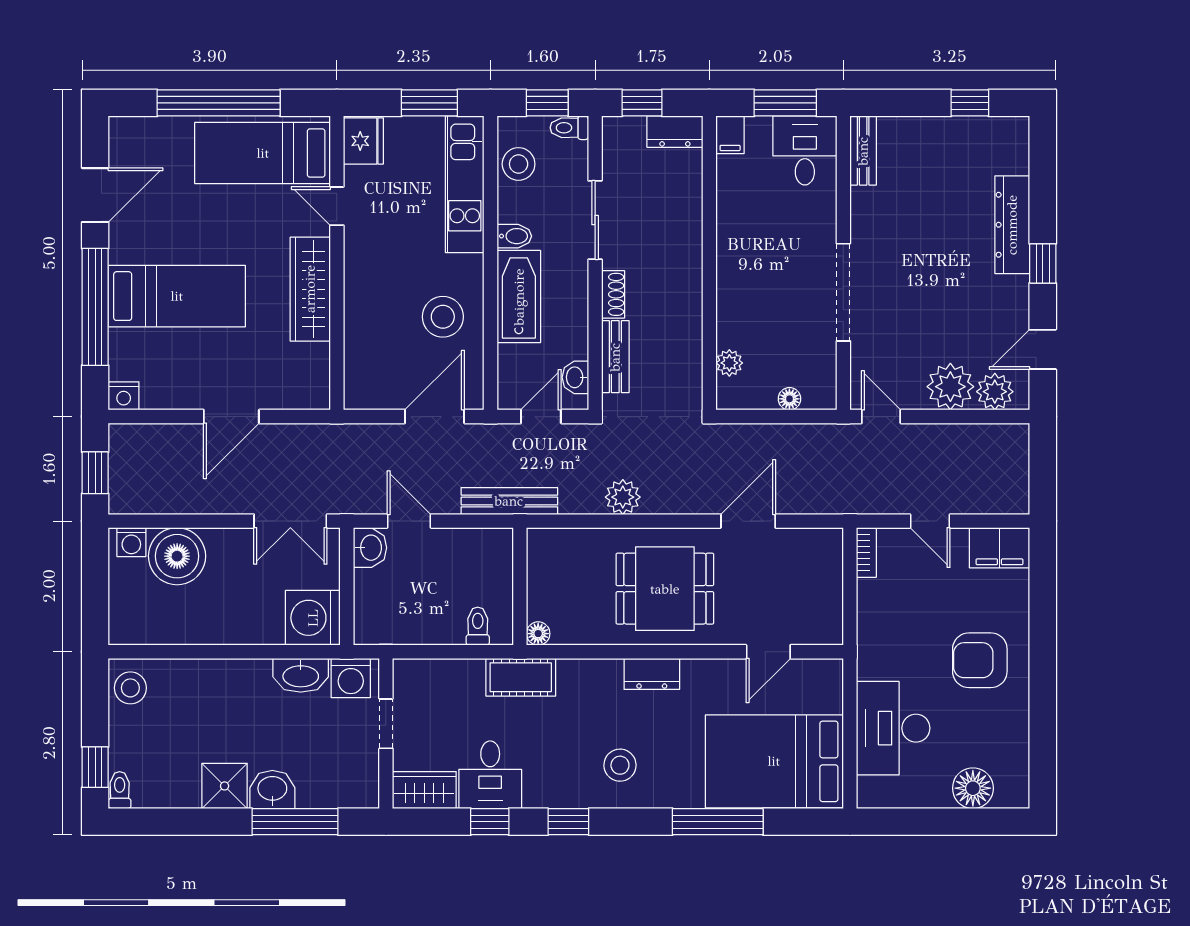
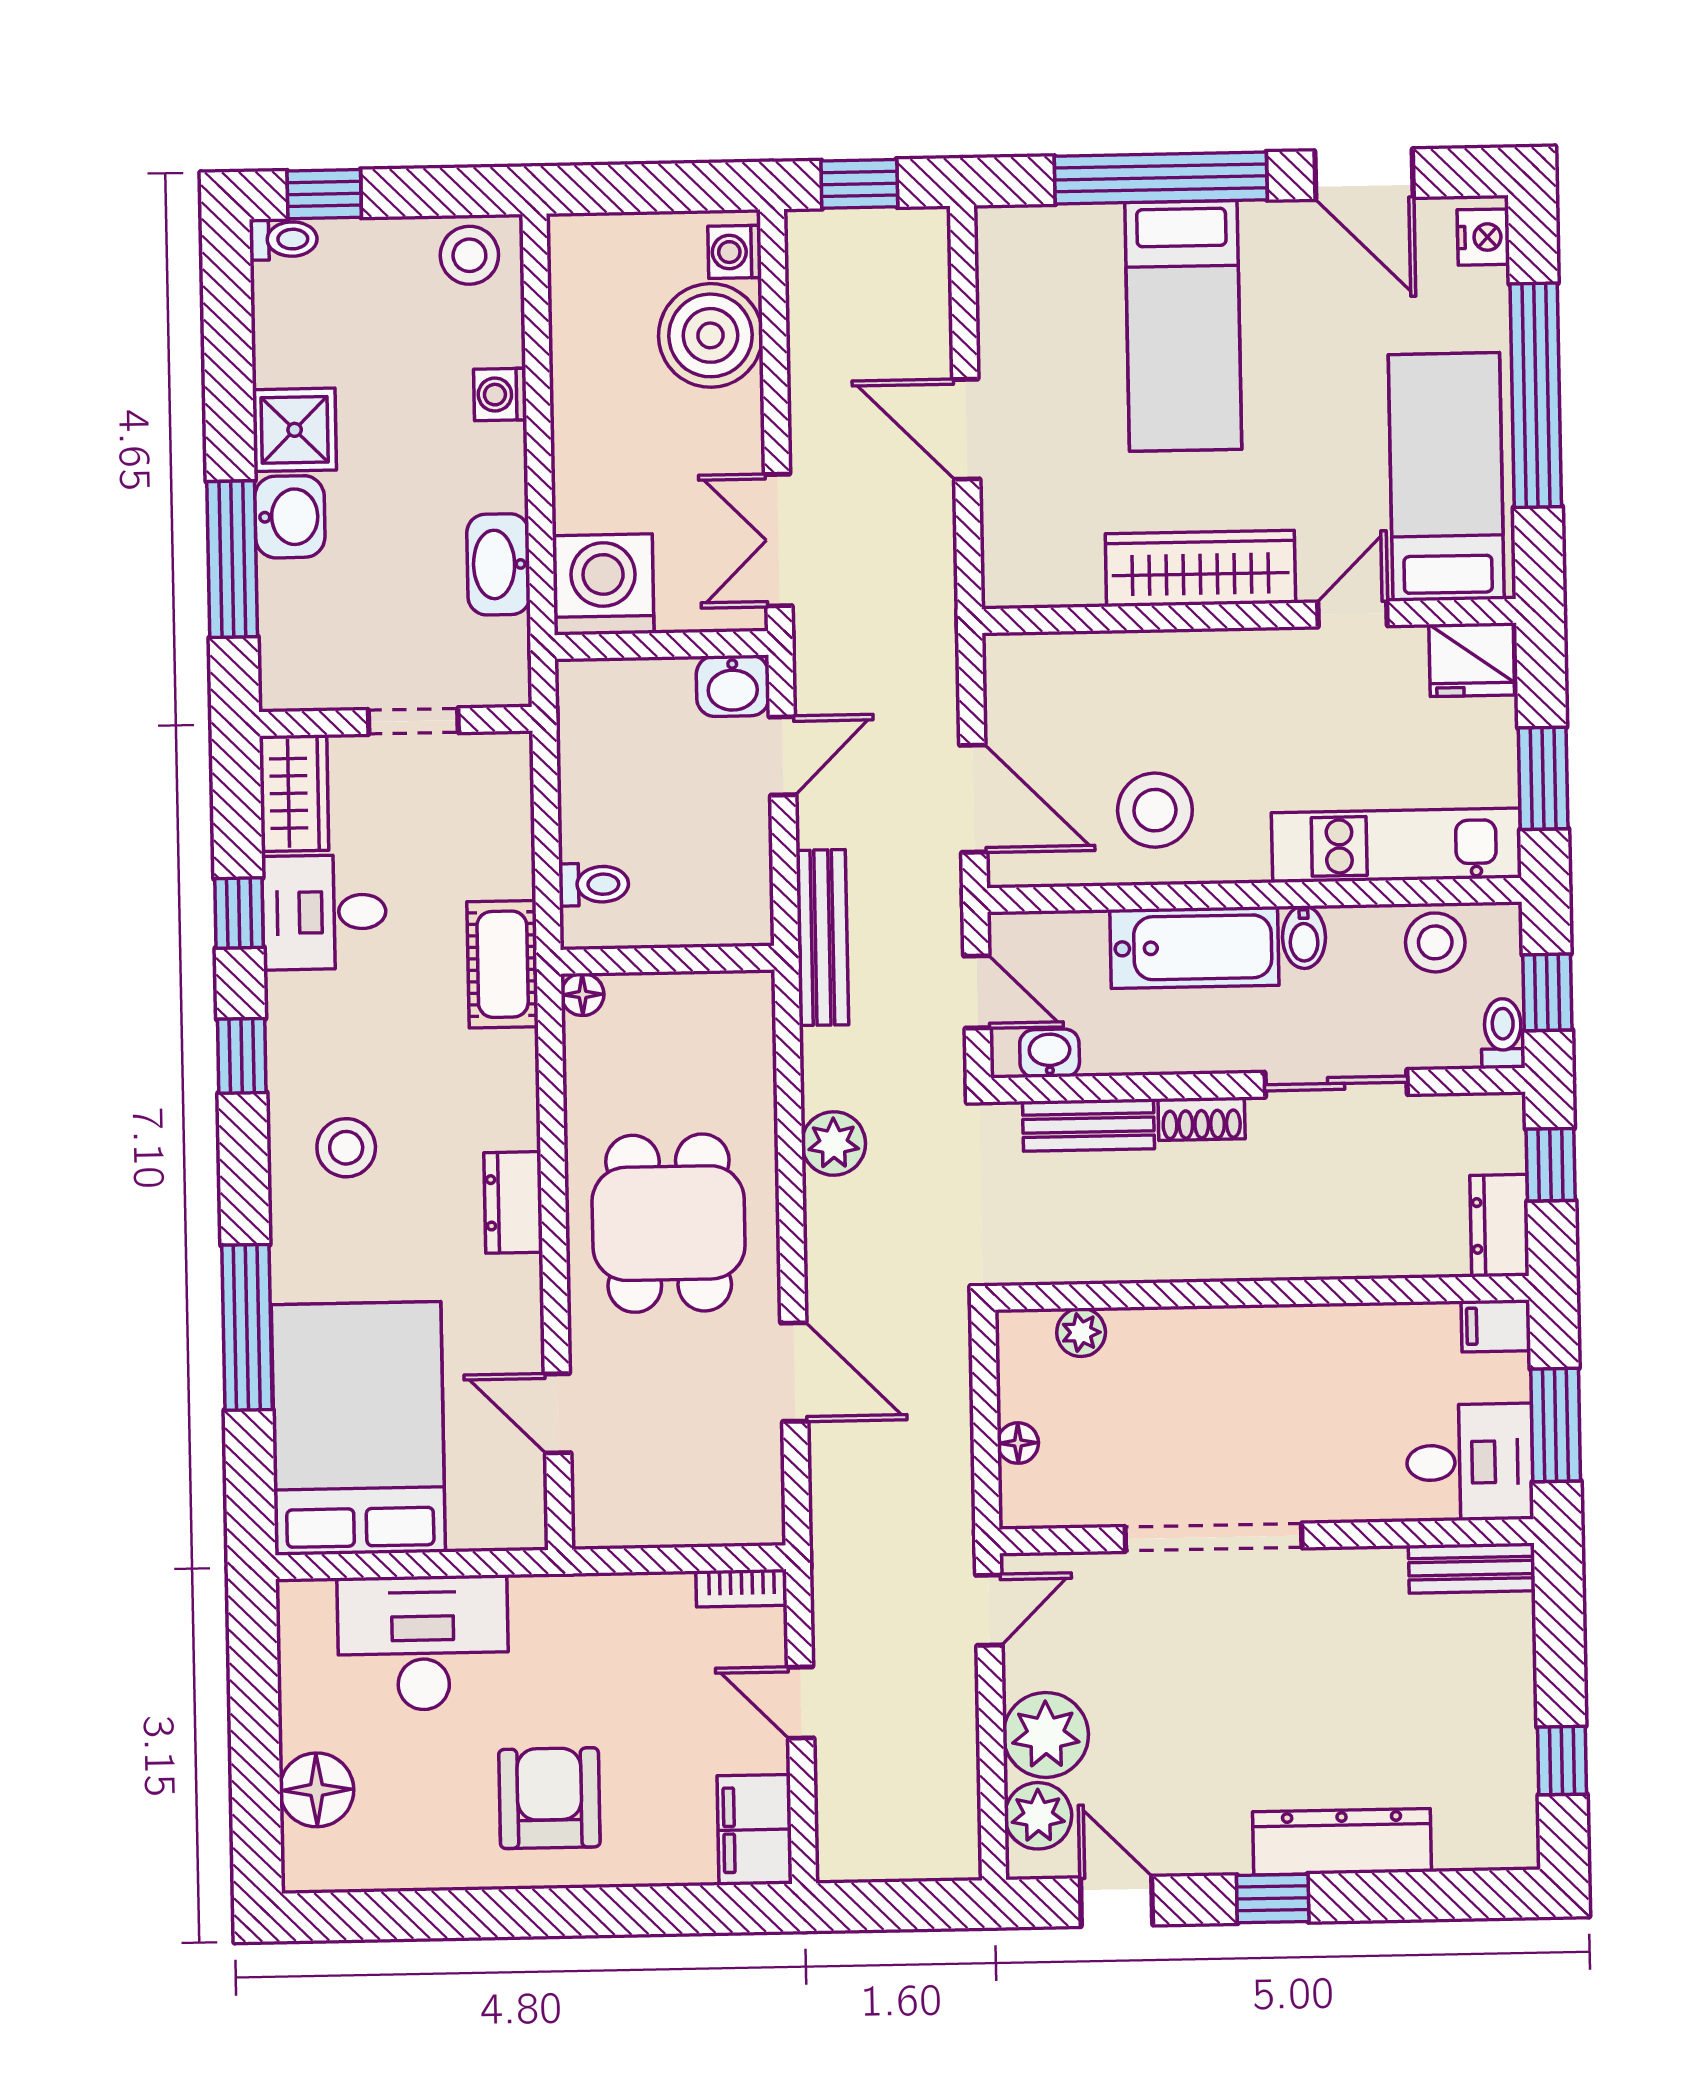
nightstand: (124, 396) -> (1483, 237), moved, turned 180
door: (930, 521) -> (801, 1703), hinge flipped
washing machine: (351, 678) -> (500, 394), moved, width x0.73, depth x0.73

